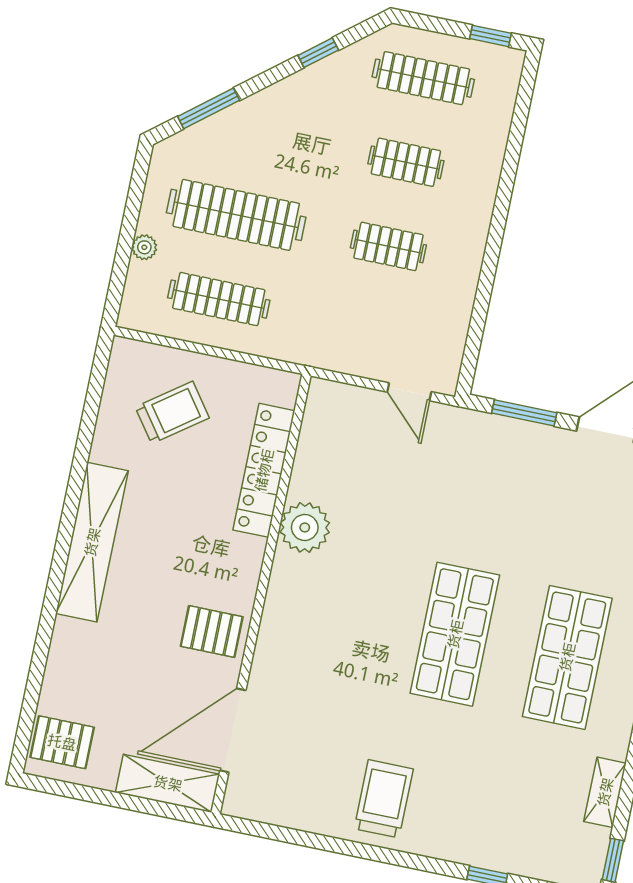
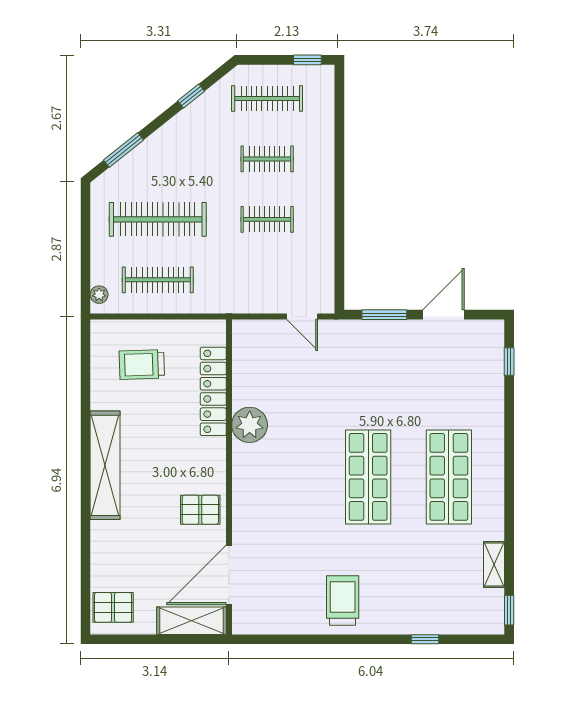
plant: (144, 247) -> (99, 295), moved
trolley: (172, 412) -> (142, 365), turned -146

